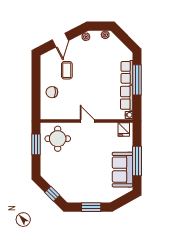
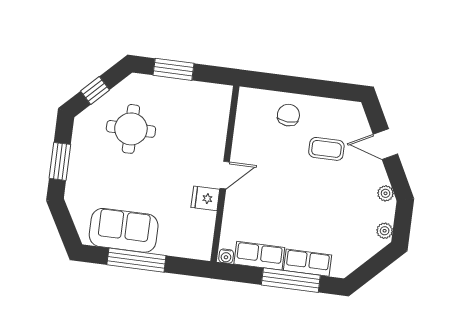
fridge: (124, 130) -> (205, 198), moved
round table: (58, 139) -> (131, 129), moved
window: (36, 144) -> (173, 69), moved

